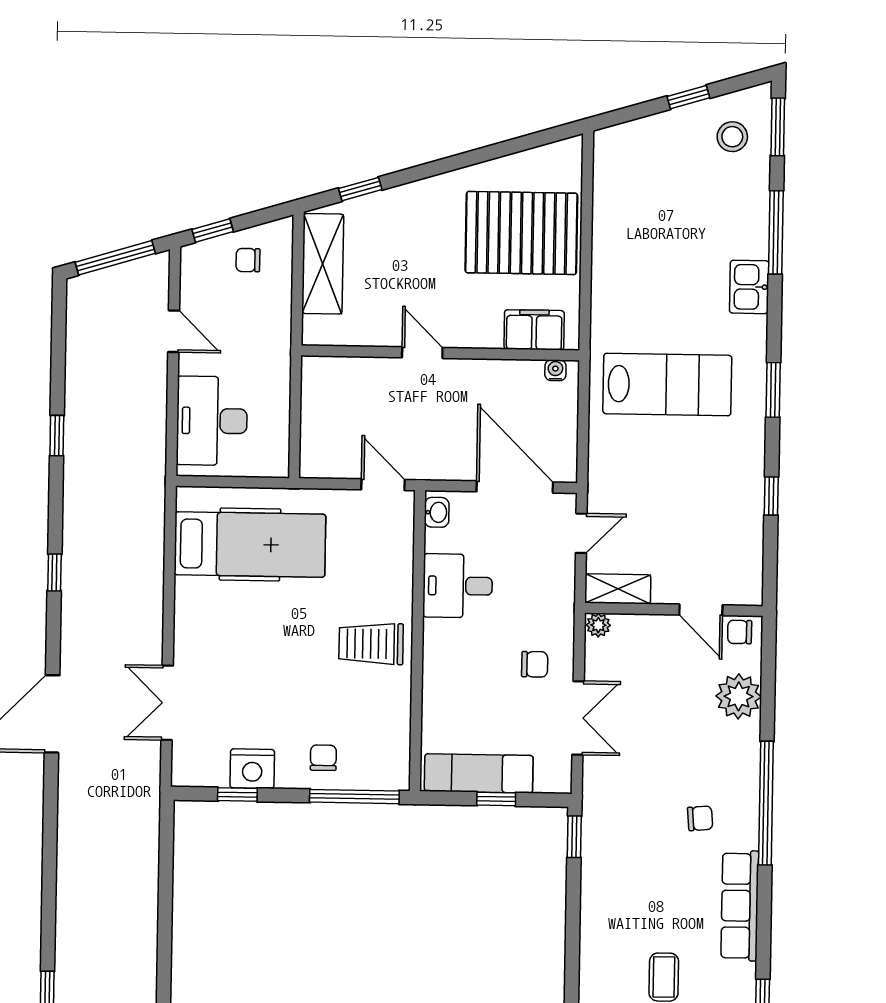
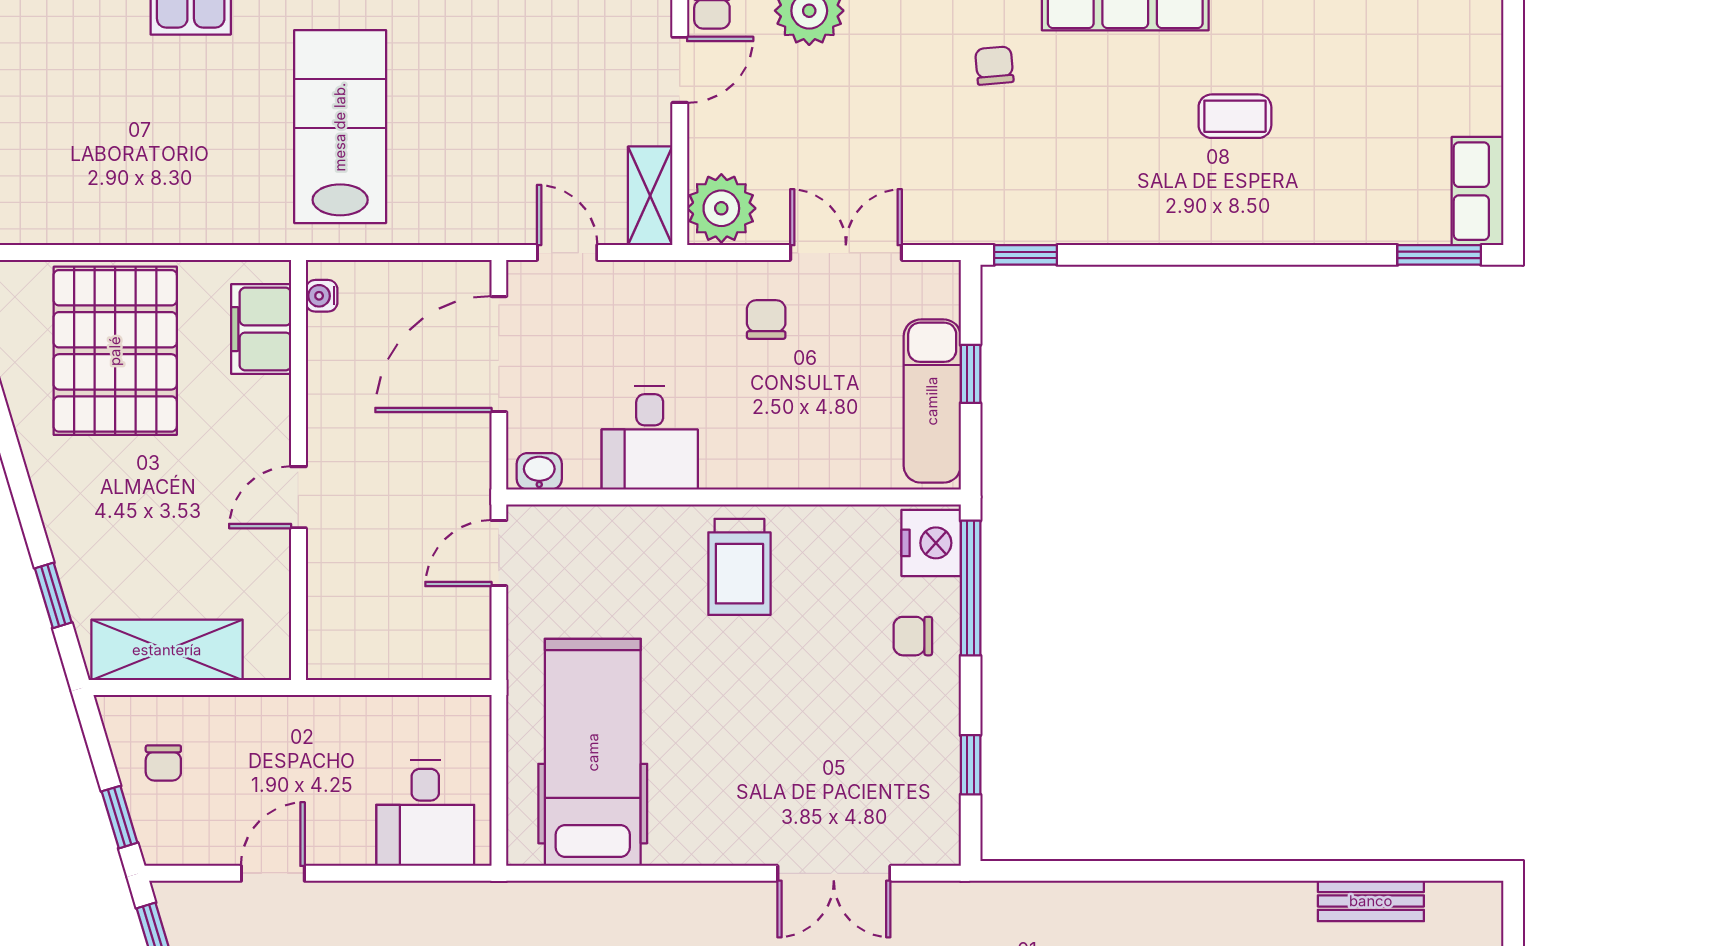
desk: (212, 421) -> (425, 813), width x0.73
plant: (598, 625) -> (721, 208), width x1.88, depth x1.88
nightstand: (252, 769) -> (931, 543), moved

